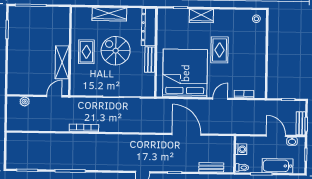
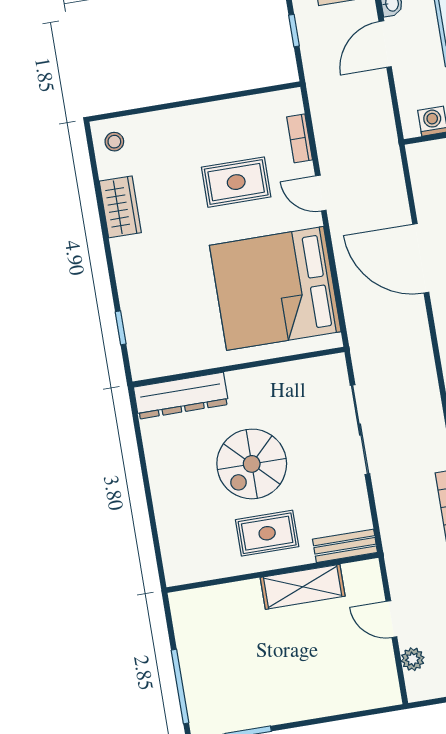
wardrobe: (109, 14) -> (167, 495), removed
wardrobe: (201, 16) -> (120, 207), moved
rug: (220, 50) -> (236, 182), moved
bench: (150, 60) -> (345, 546), moved
door: (54, 96) -> (391, 619), moved
door: (187, 134) -> (421, 258), hinge flipped

